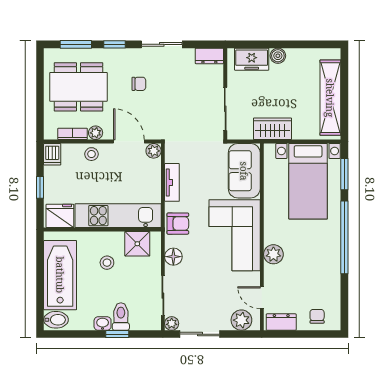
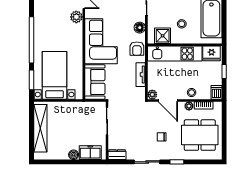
window: (76, 44) -> (201, 162), removed
wardrobe: (272, 129) -> (77, 109), removed
armchair: (178, 224) -> (137, 49), turned -90
plant: (273, 254) -> (76, 17), moved

